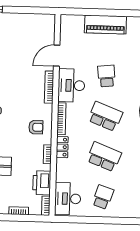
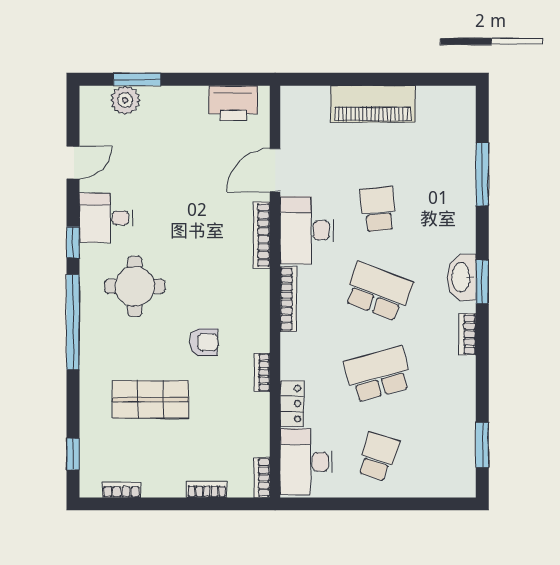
armchair: (36, 127) -> (204, 342), moved
locker: (62, 147) -> (292, 404), moved
school desk: (104, 157) -> (378, 374), turned -36
printer: (42, 183) -> (233, 103), moved, turned -90

